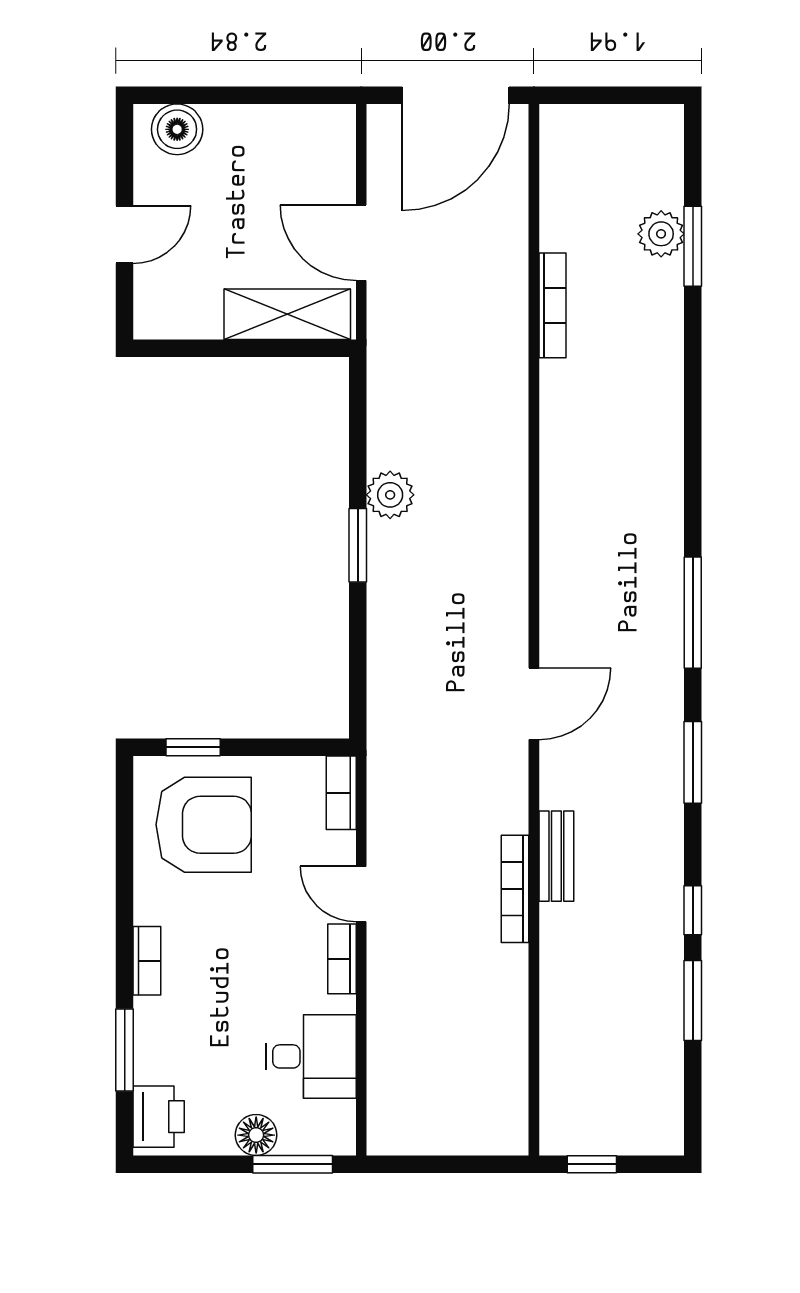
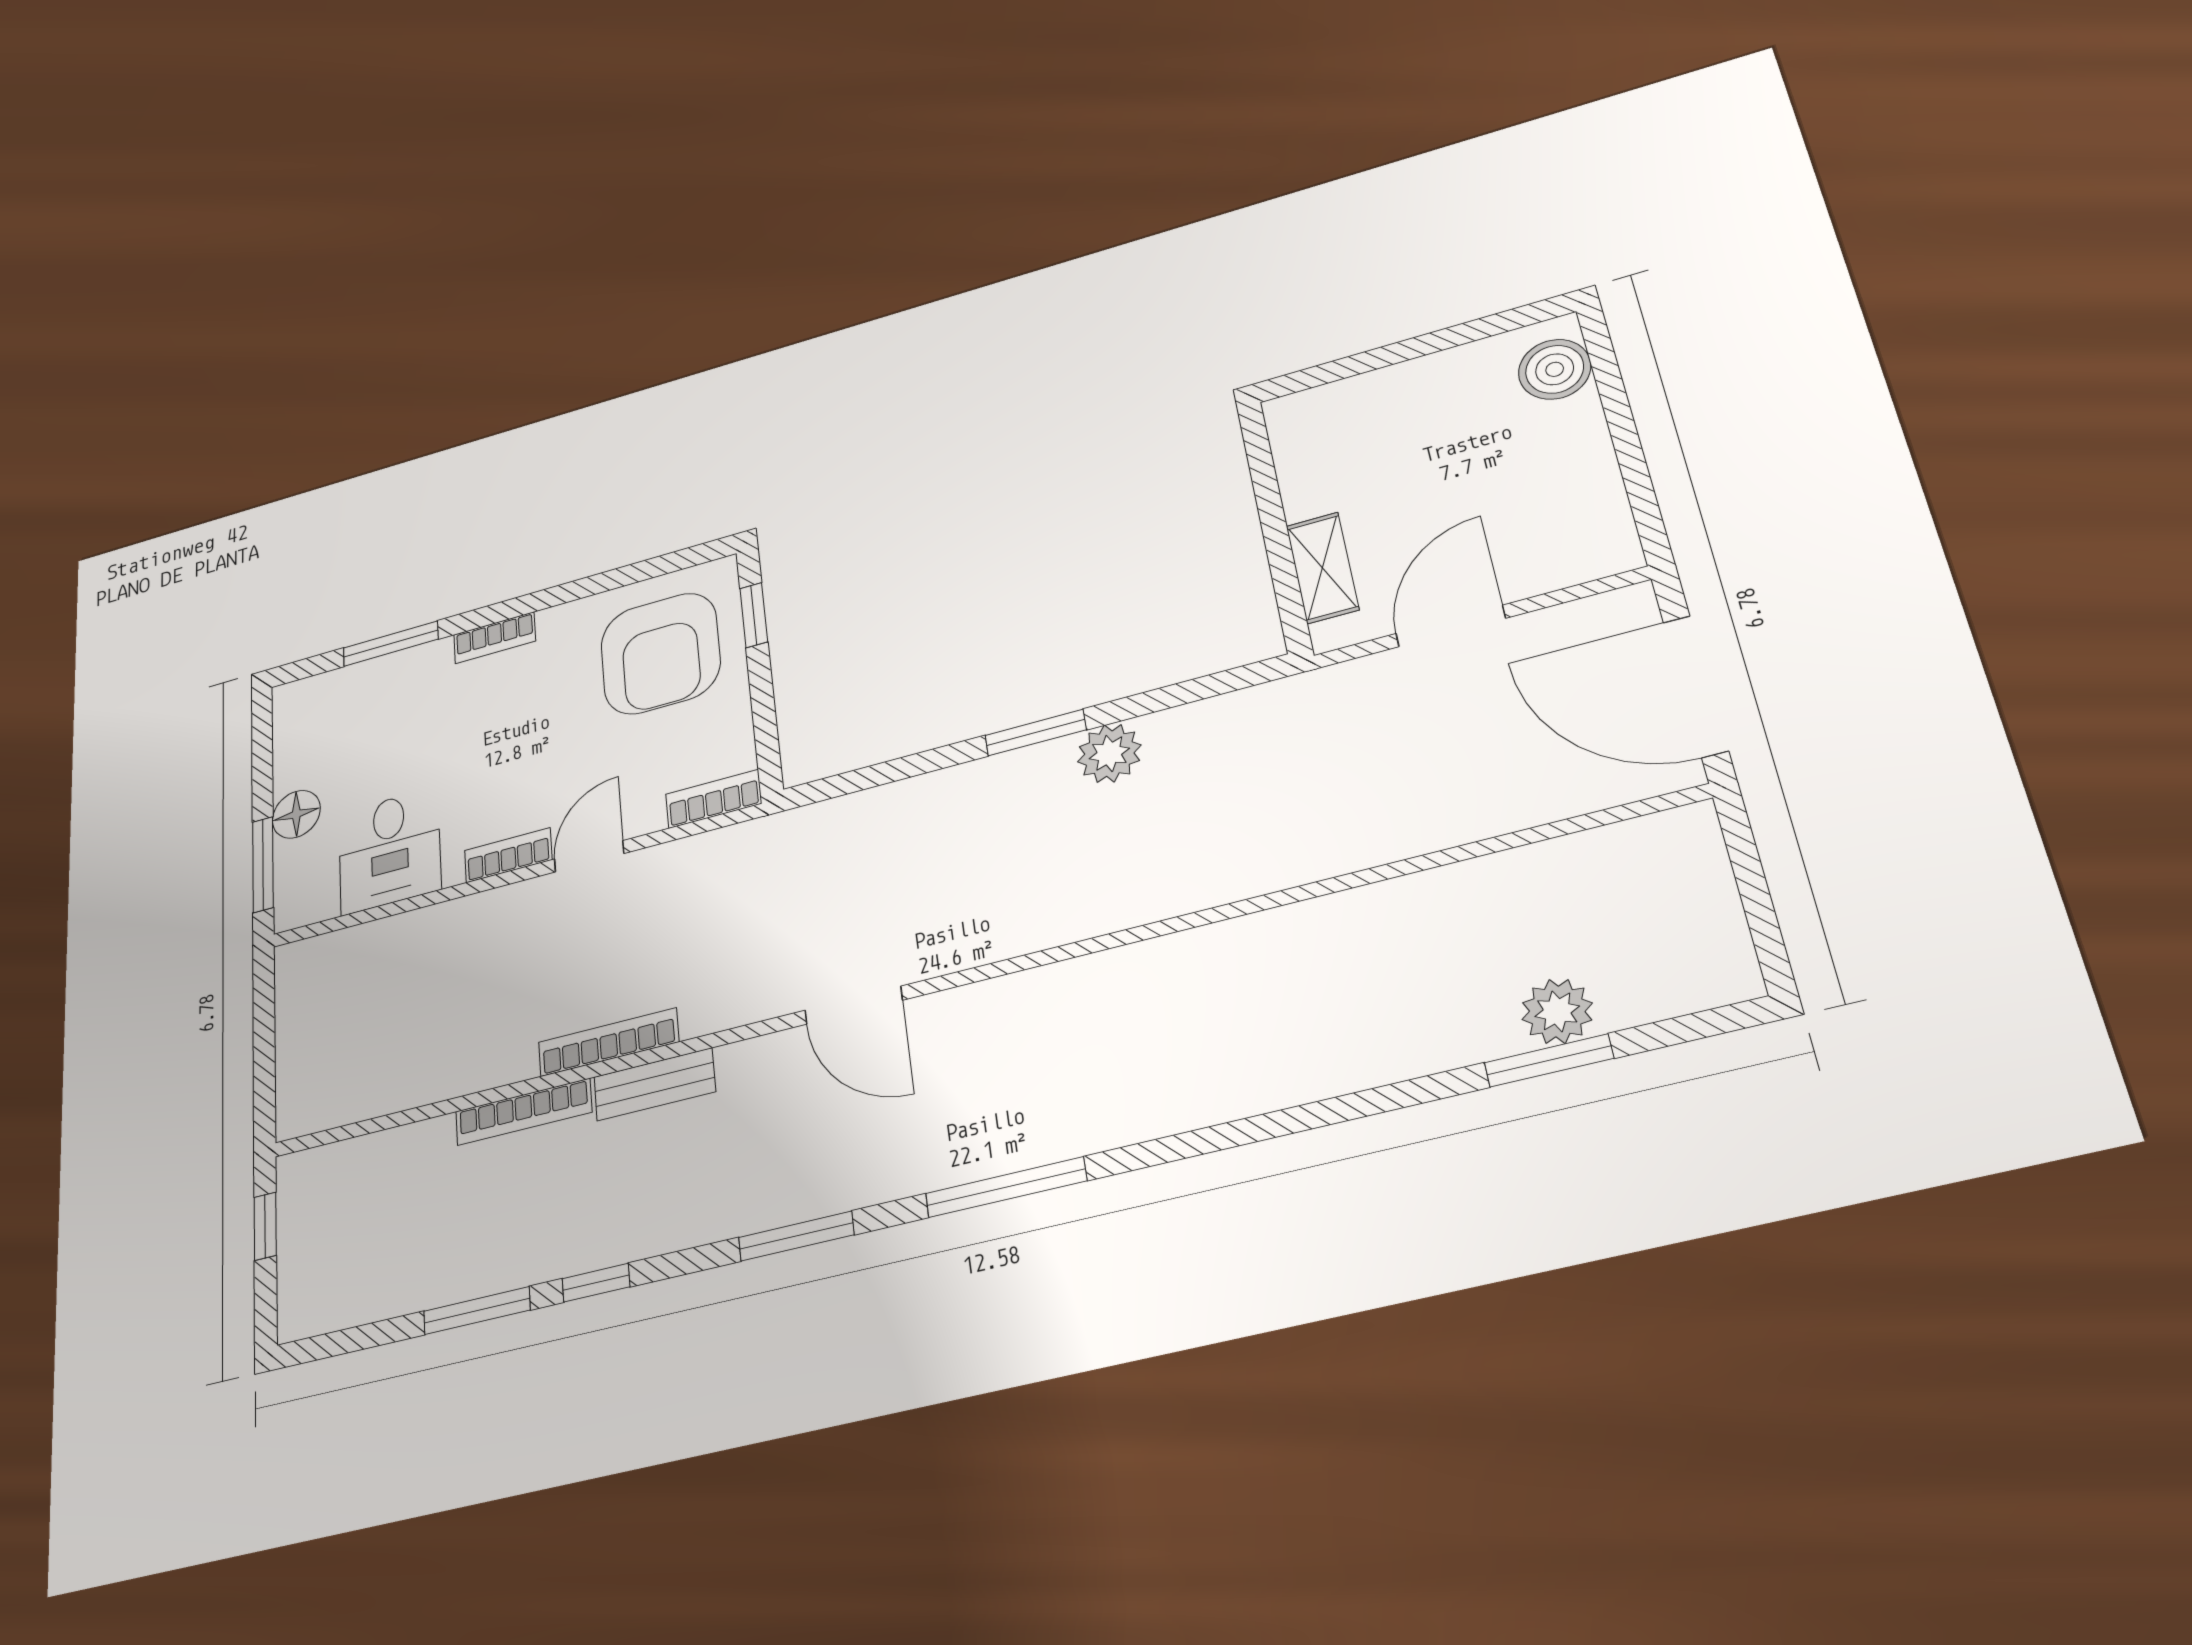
door: (125, 235) -> (1397, 353), removed
bookcase: (553, 305) -> (524, 1112), moved
shelving: (287, 314) -> (1322, 568), width x0.67, depth x0.75
printer: (159, 1117) -> (316, 702), removed

